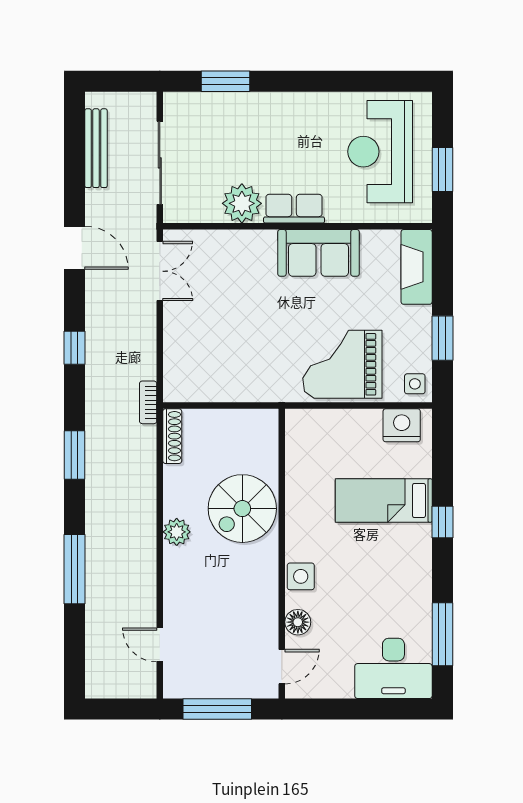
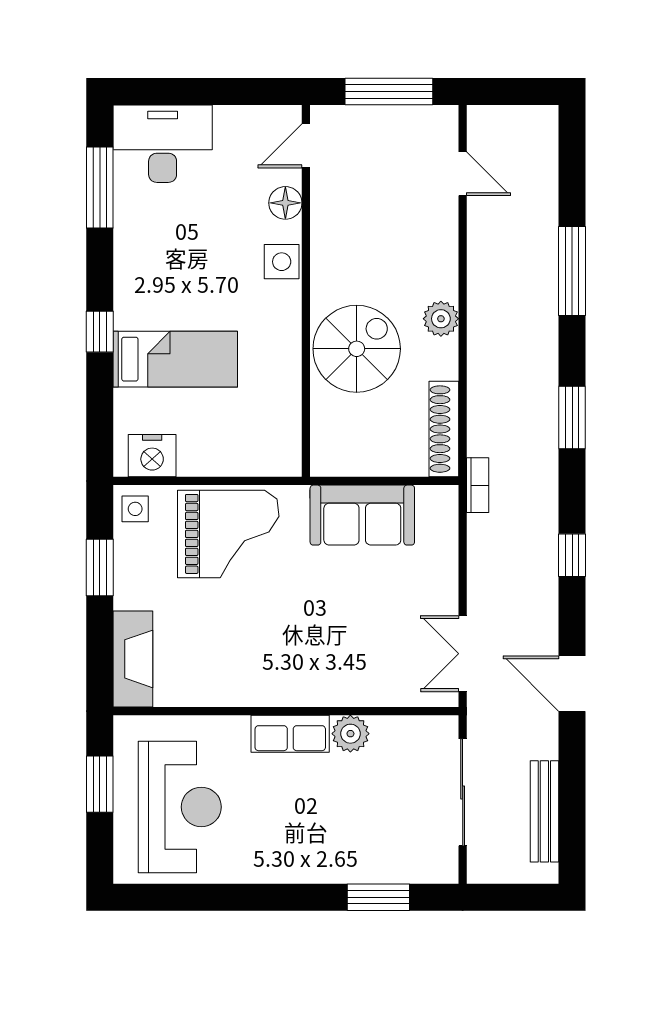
plant: (242, 203) -> (350, 734), width x0.73, depth x0.73
sofa: (318, 253) -> (362, 515), moved, turned 180
shoe rack: (172, 436) -> (444, 429), width x1.36, depth x1.24

